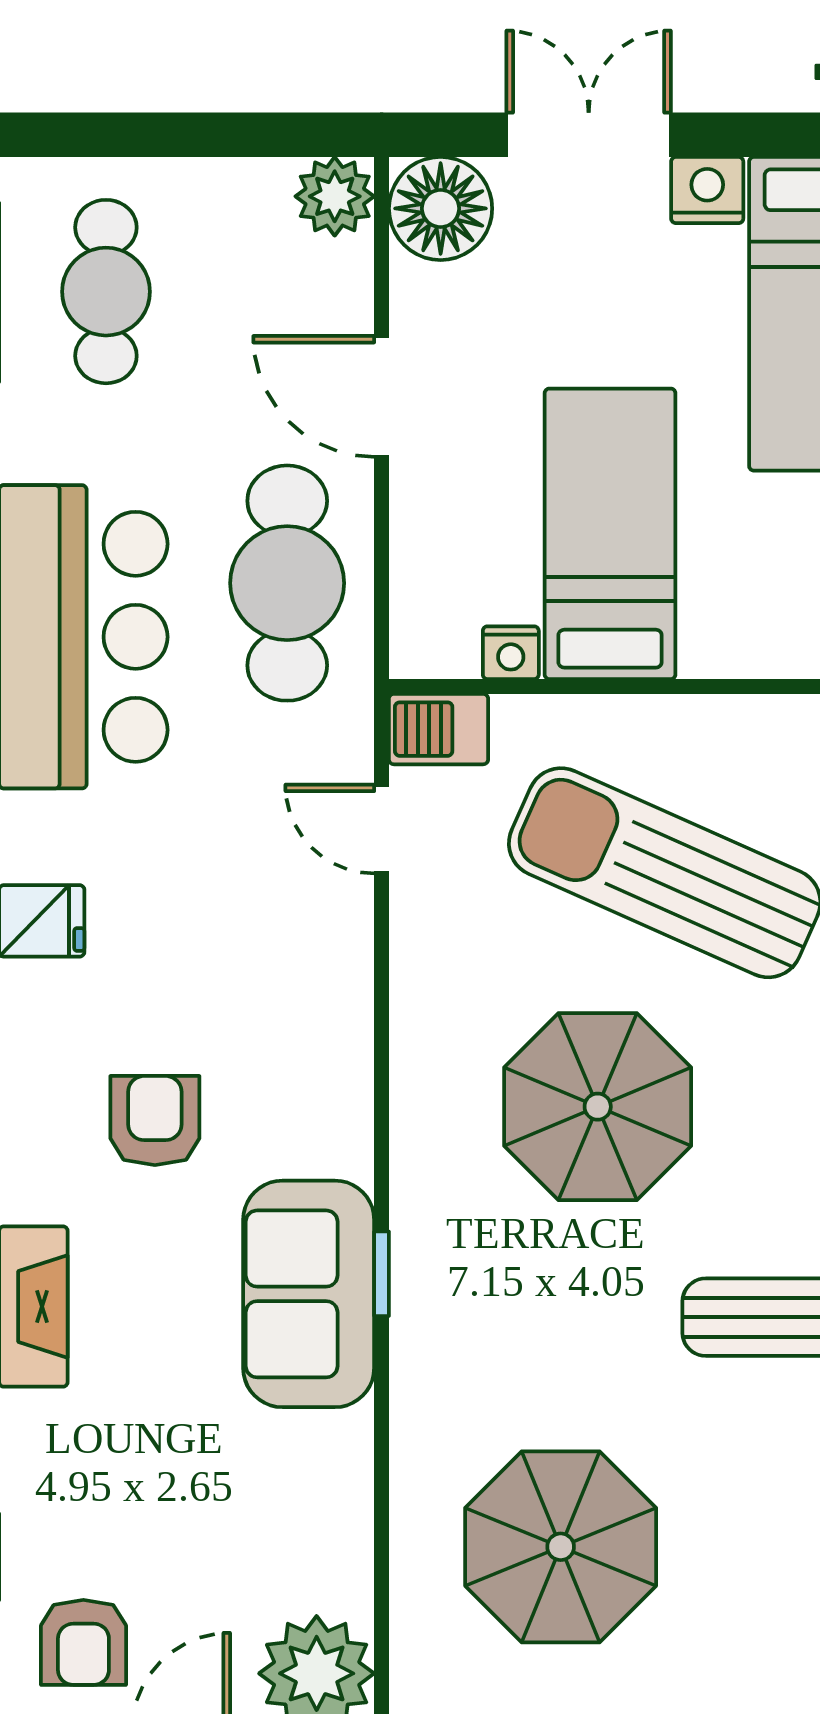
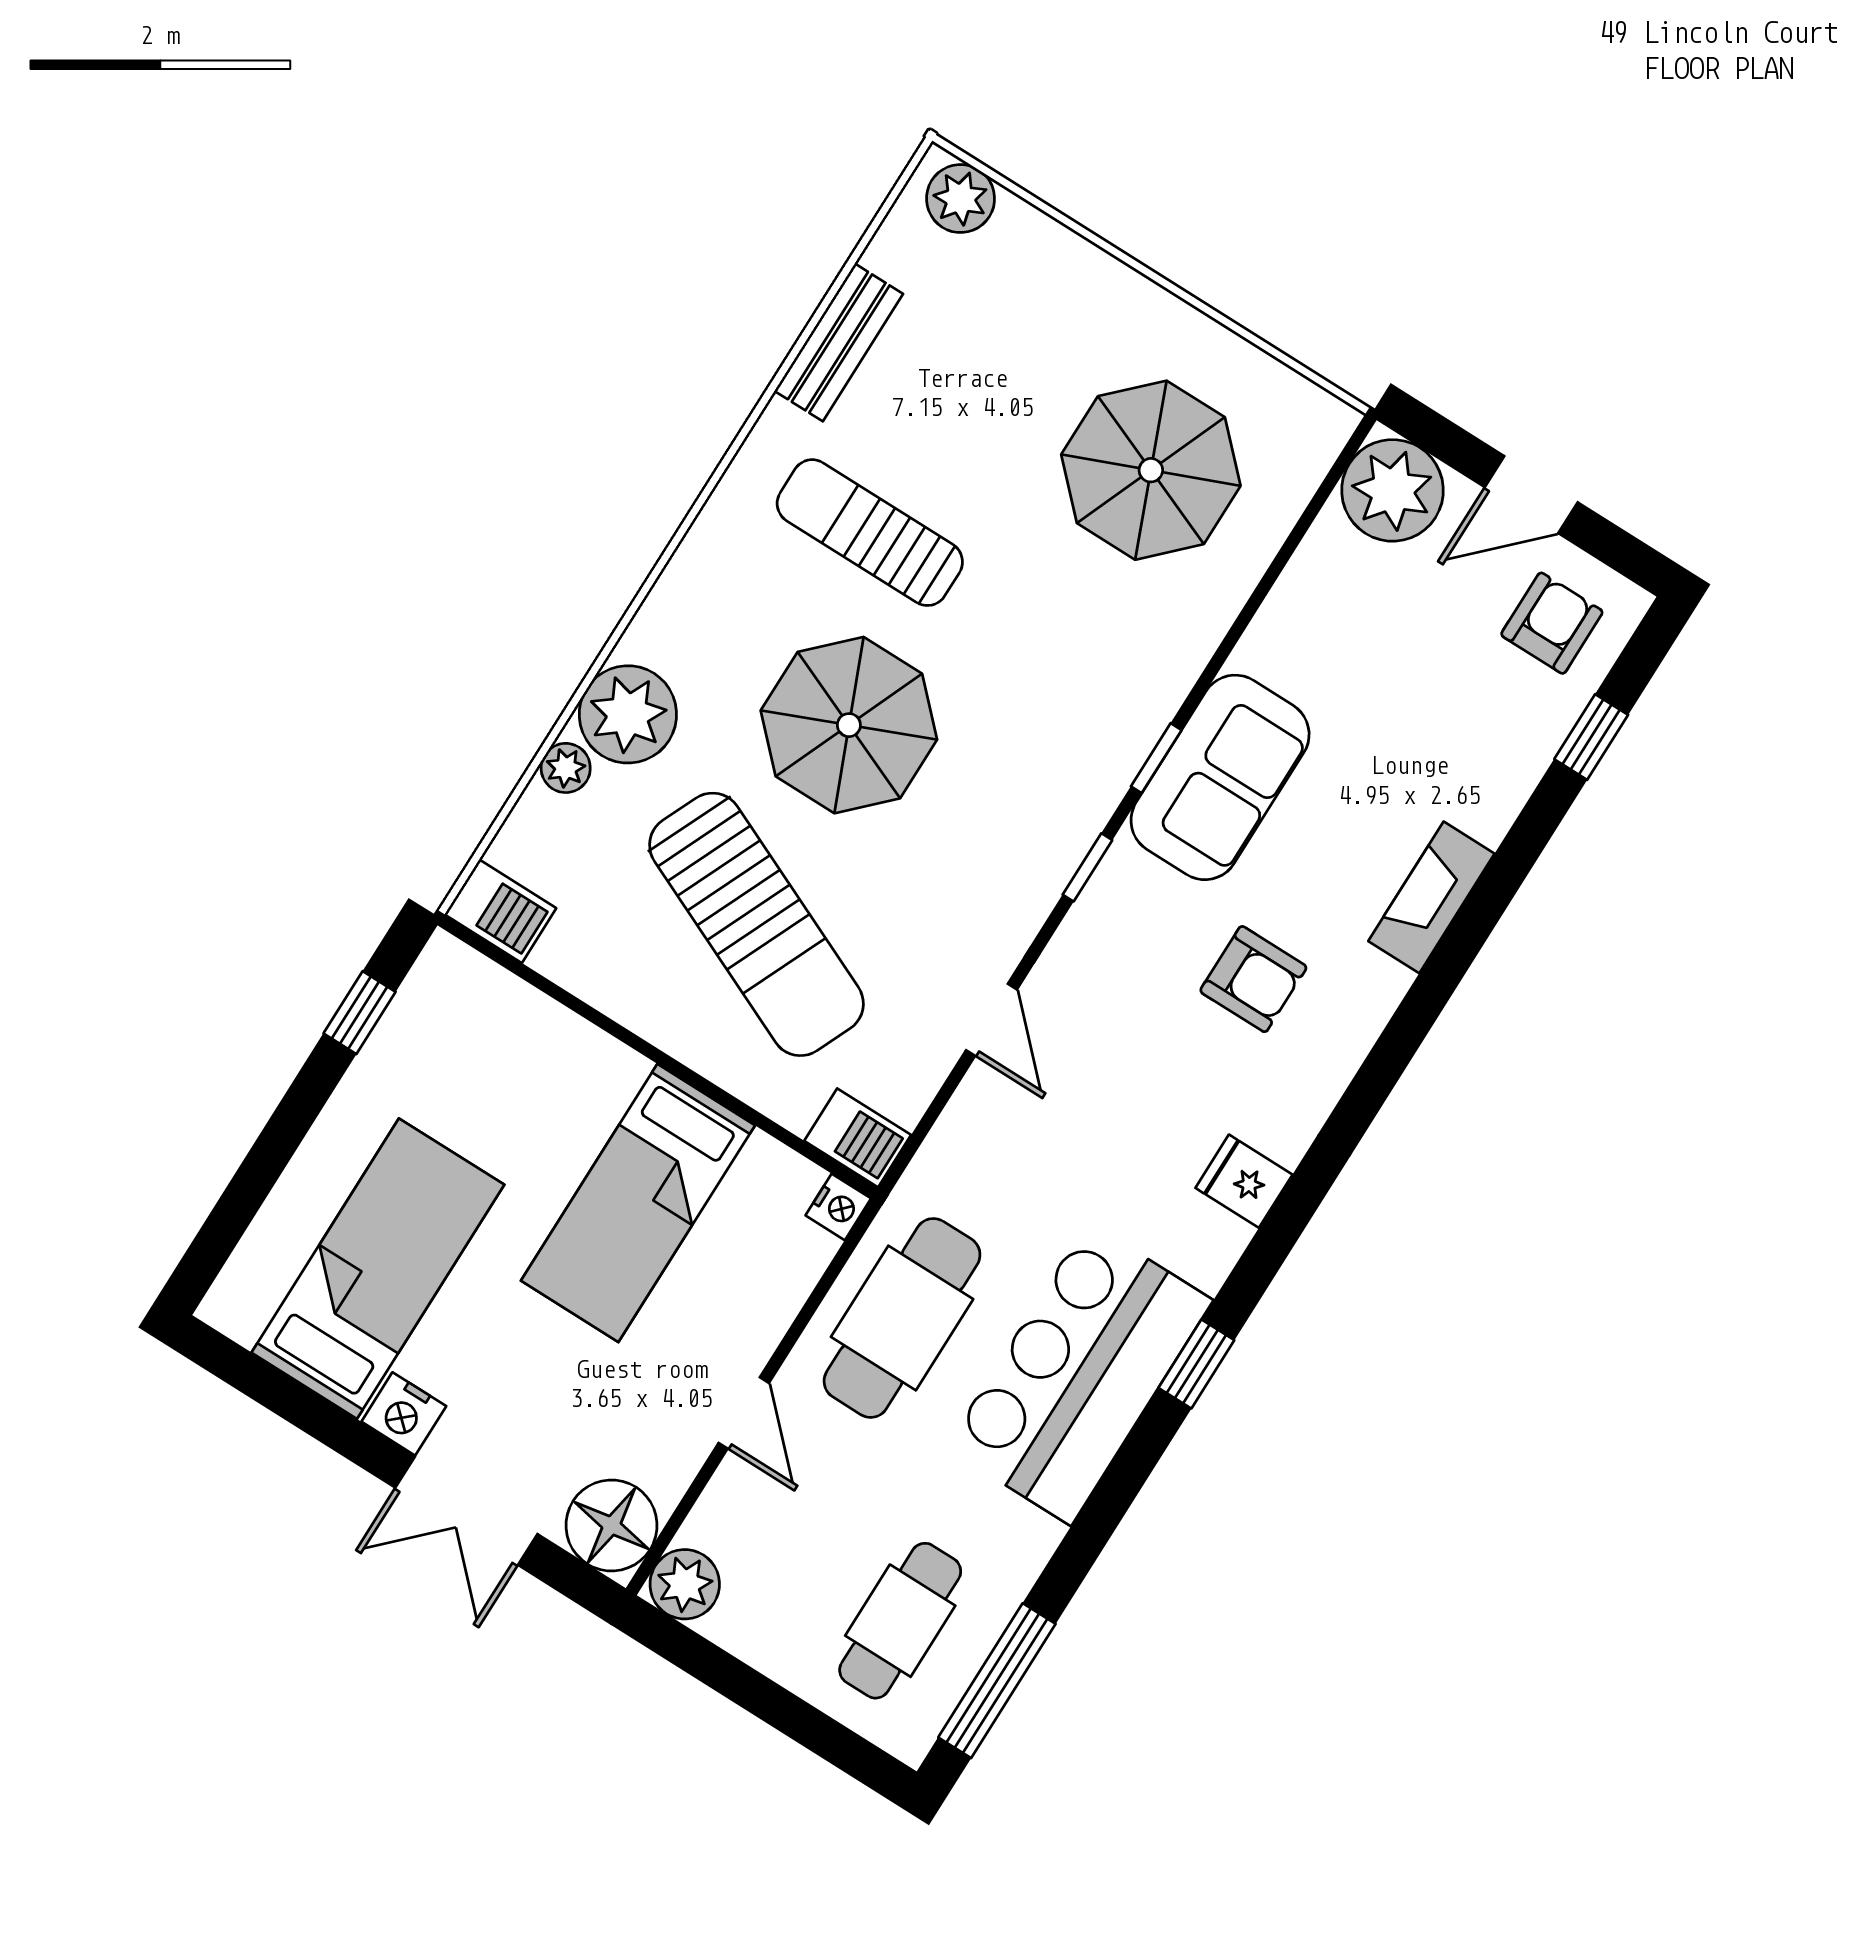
door: (382, 396) -> (744, 1413), width x0.73
nightstand: (511, 653) -> (838, 1207), moved, turned 90
door: (382, 829) -> (991, 1020), moved
parasol: (598, 1107) -> (849, 725), moved
armchair: (155, 1121) -> (1253, 979), turned -90
window: (382, 1127) -> (1087, 867), added

